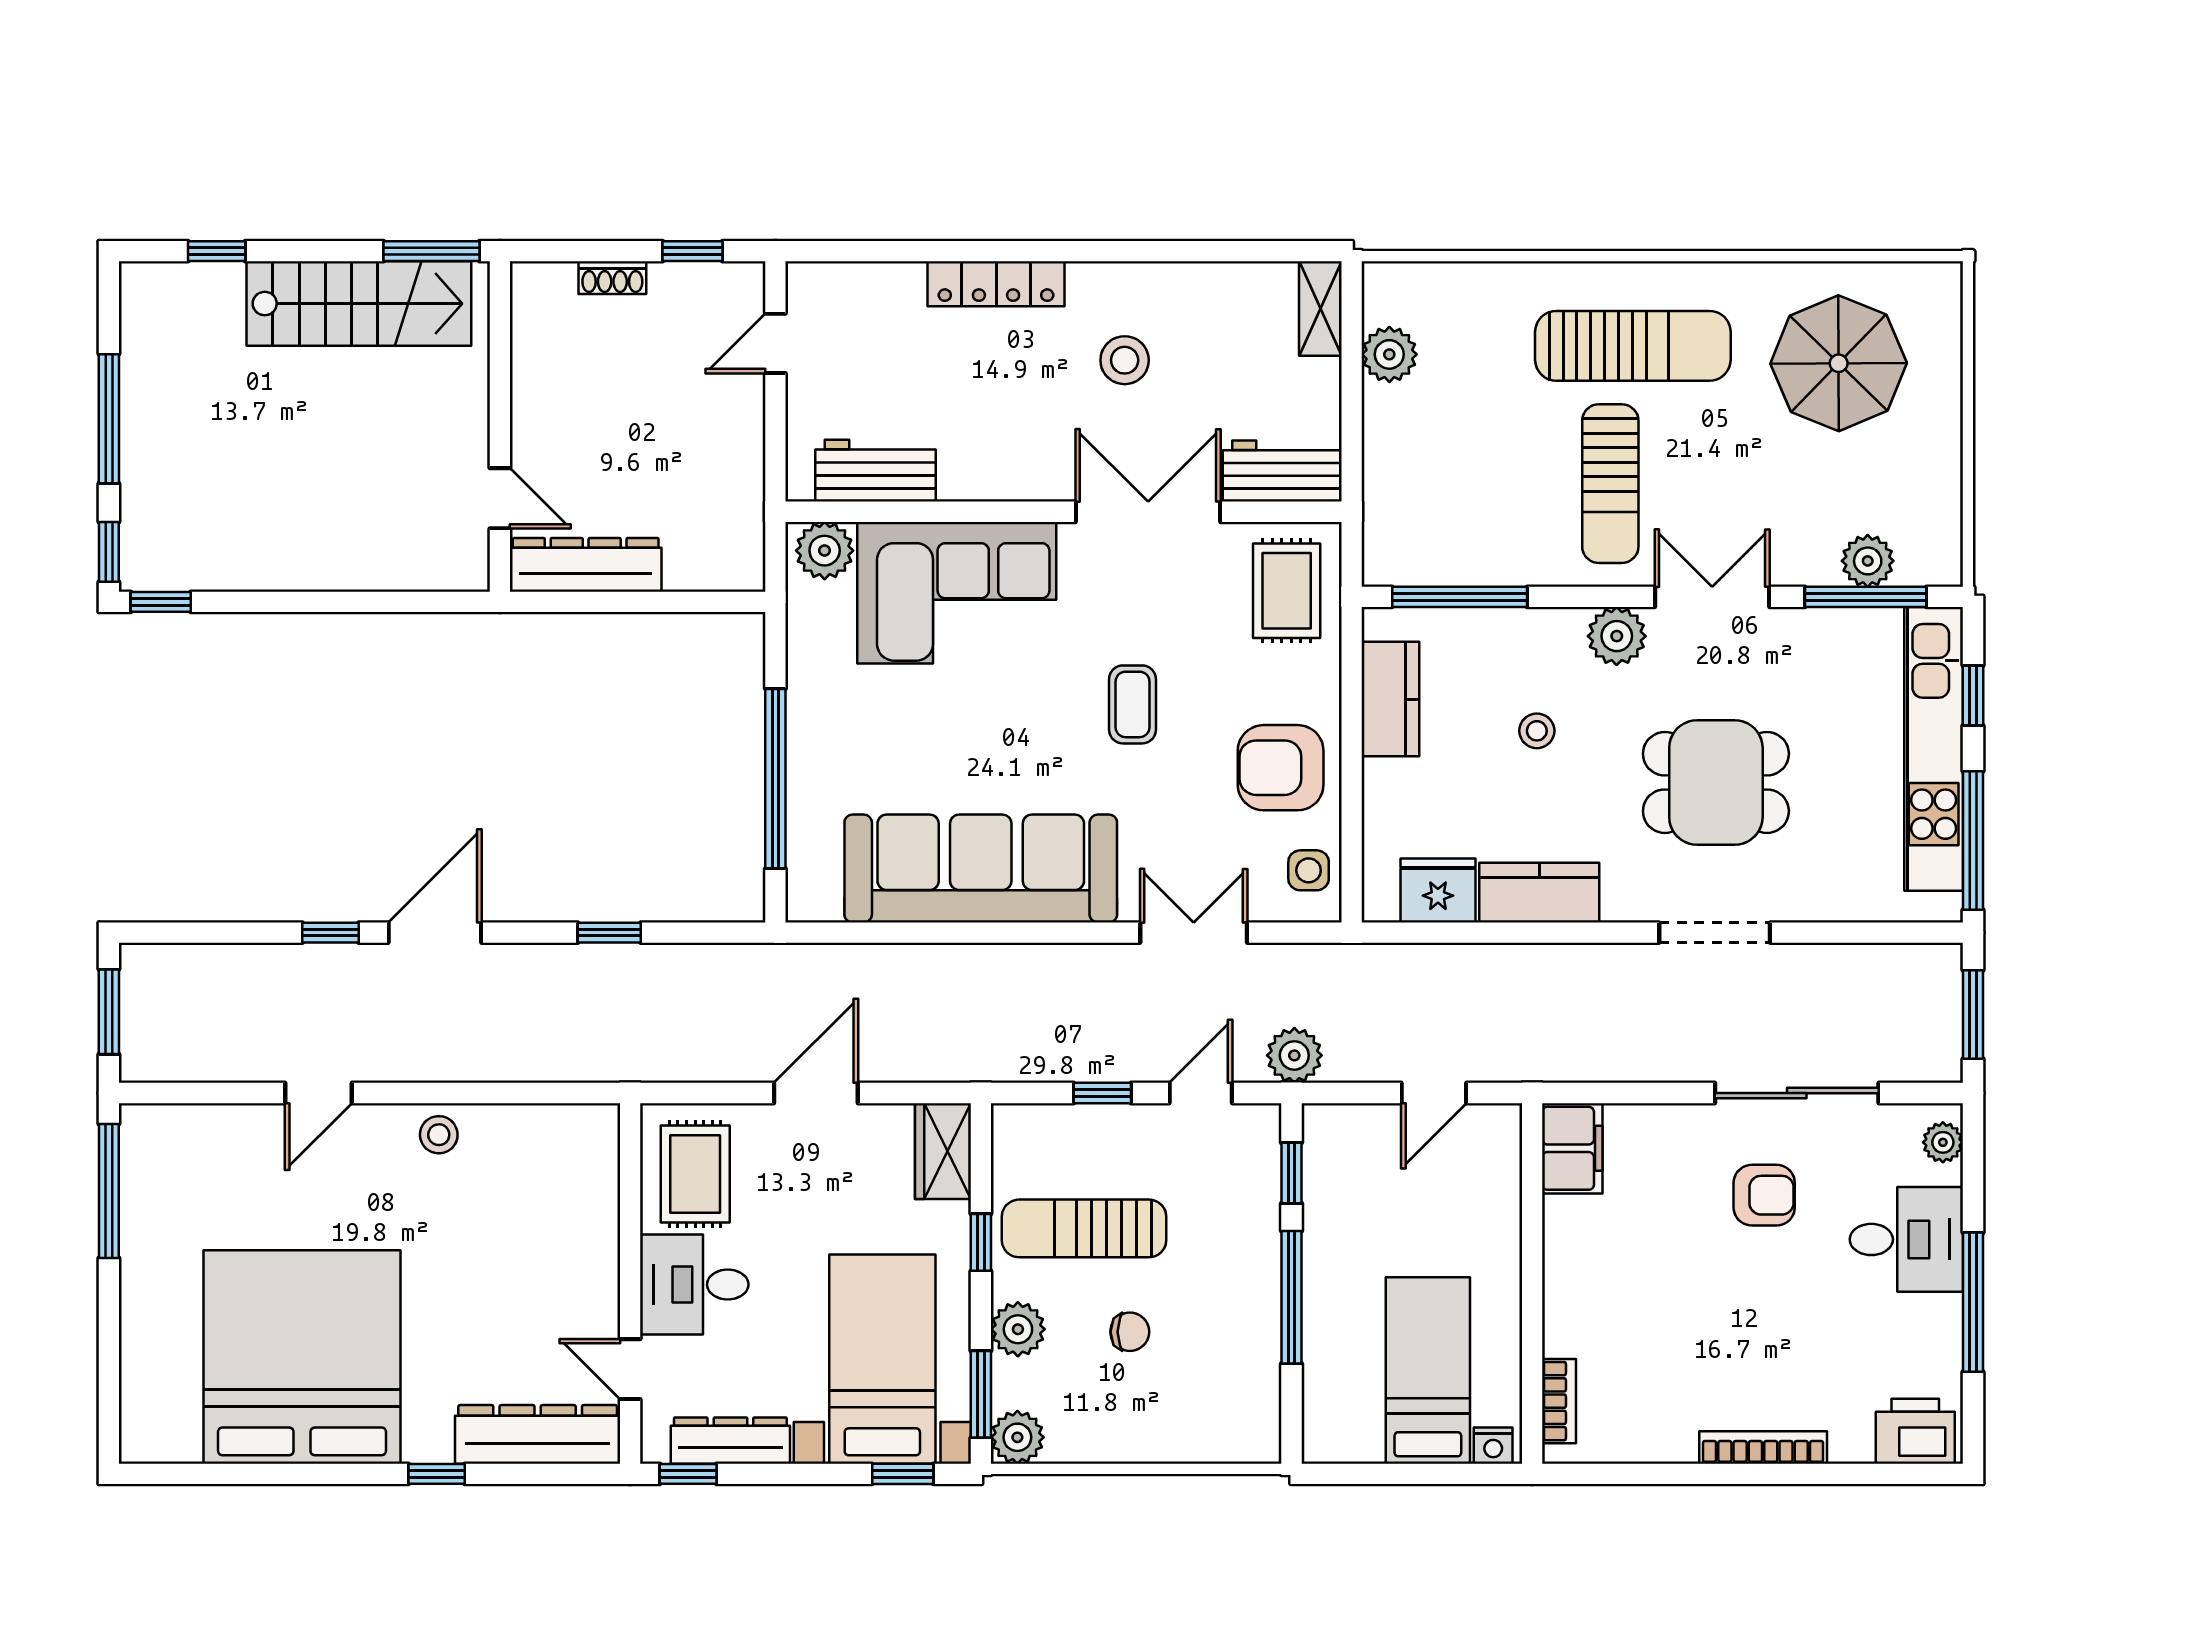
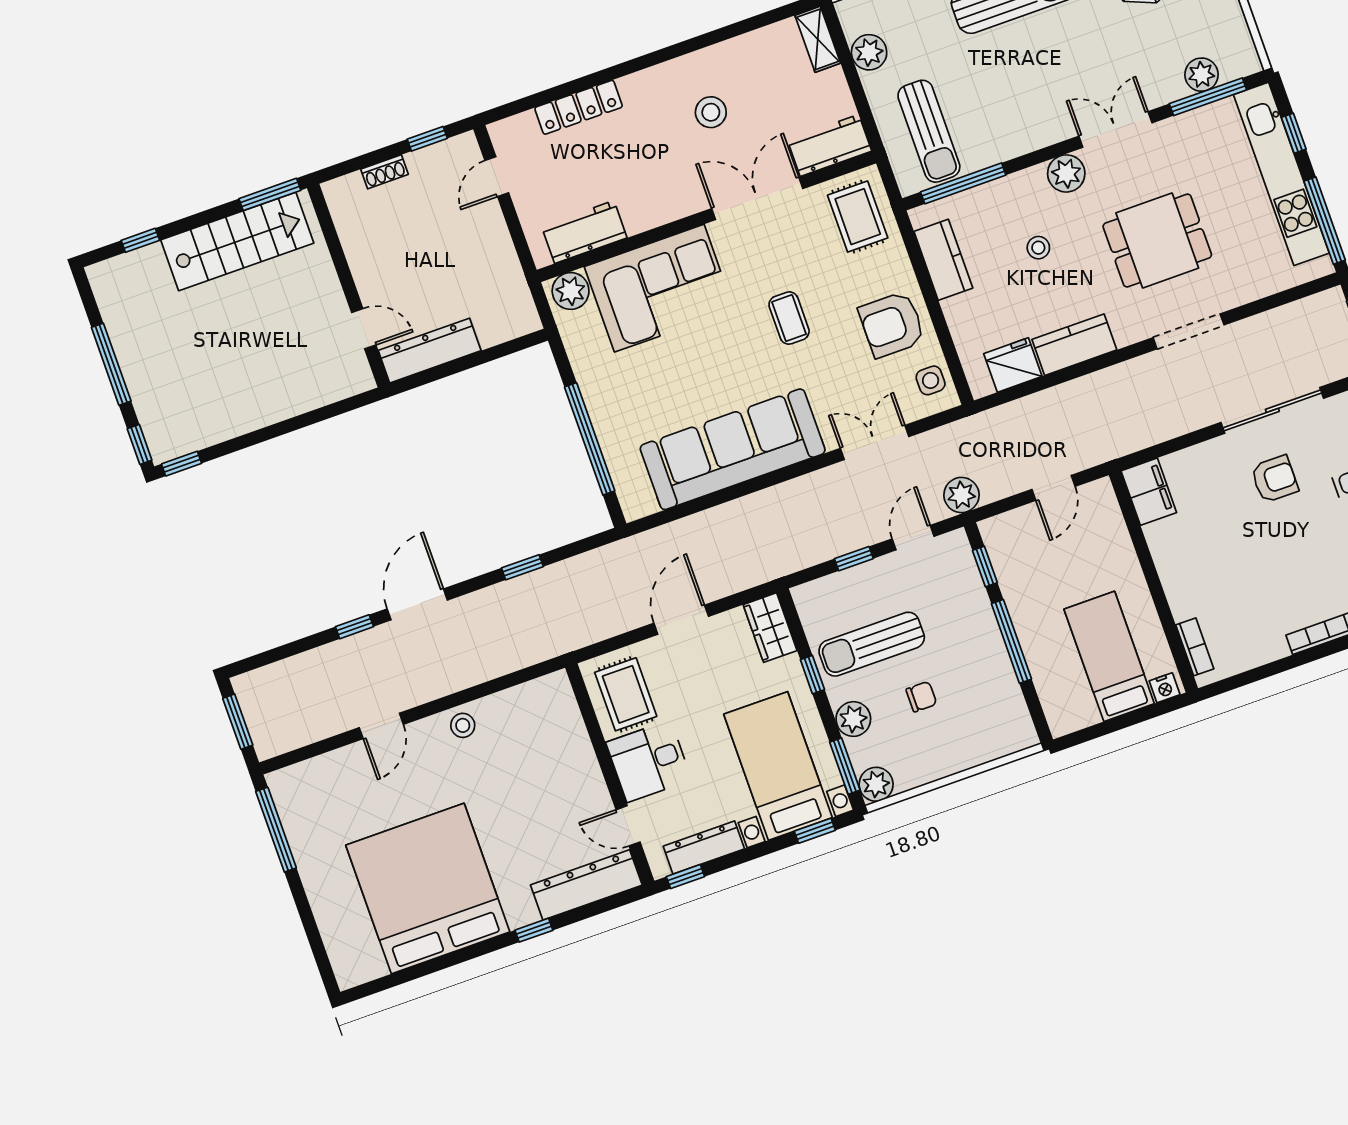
locker: (996, 284) -> (579, 107), moved
sun lounger: (1610, 484) -> (929, 131), moved

